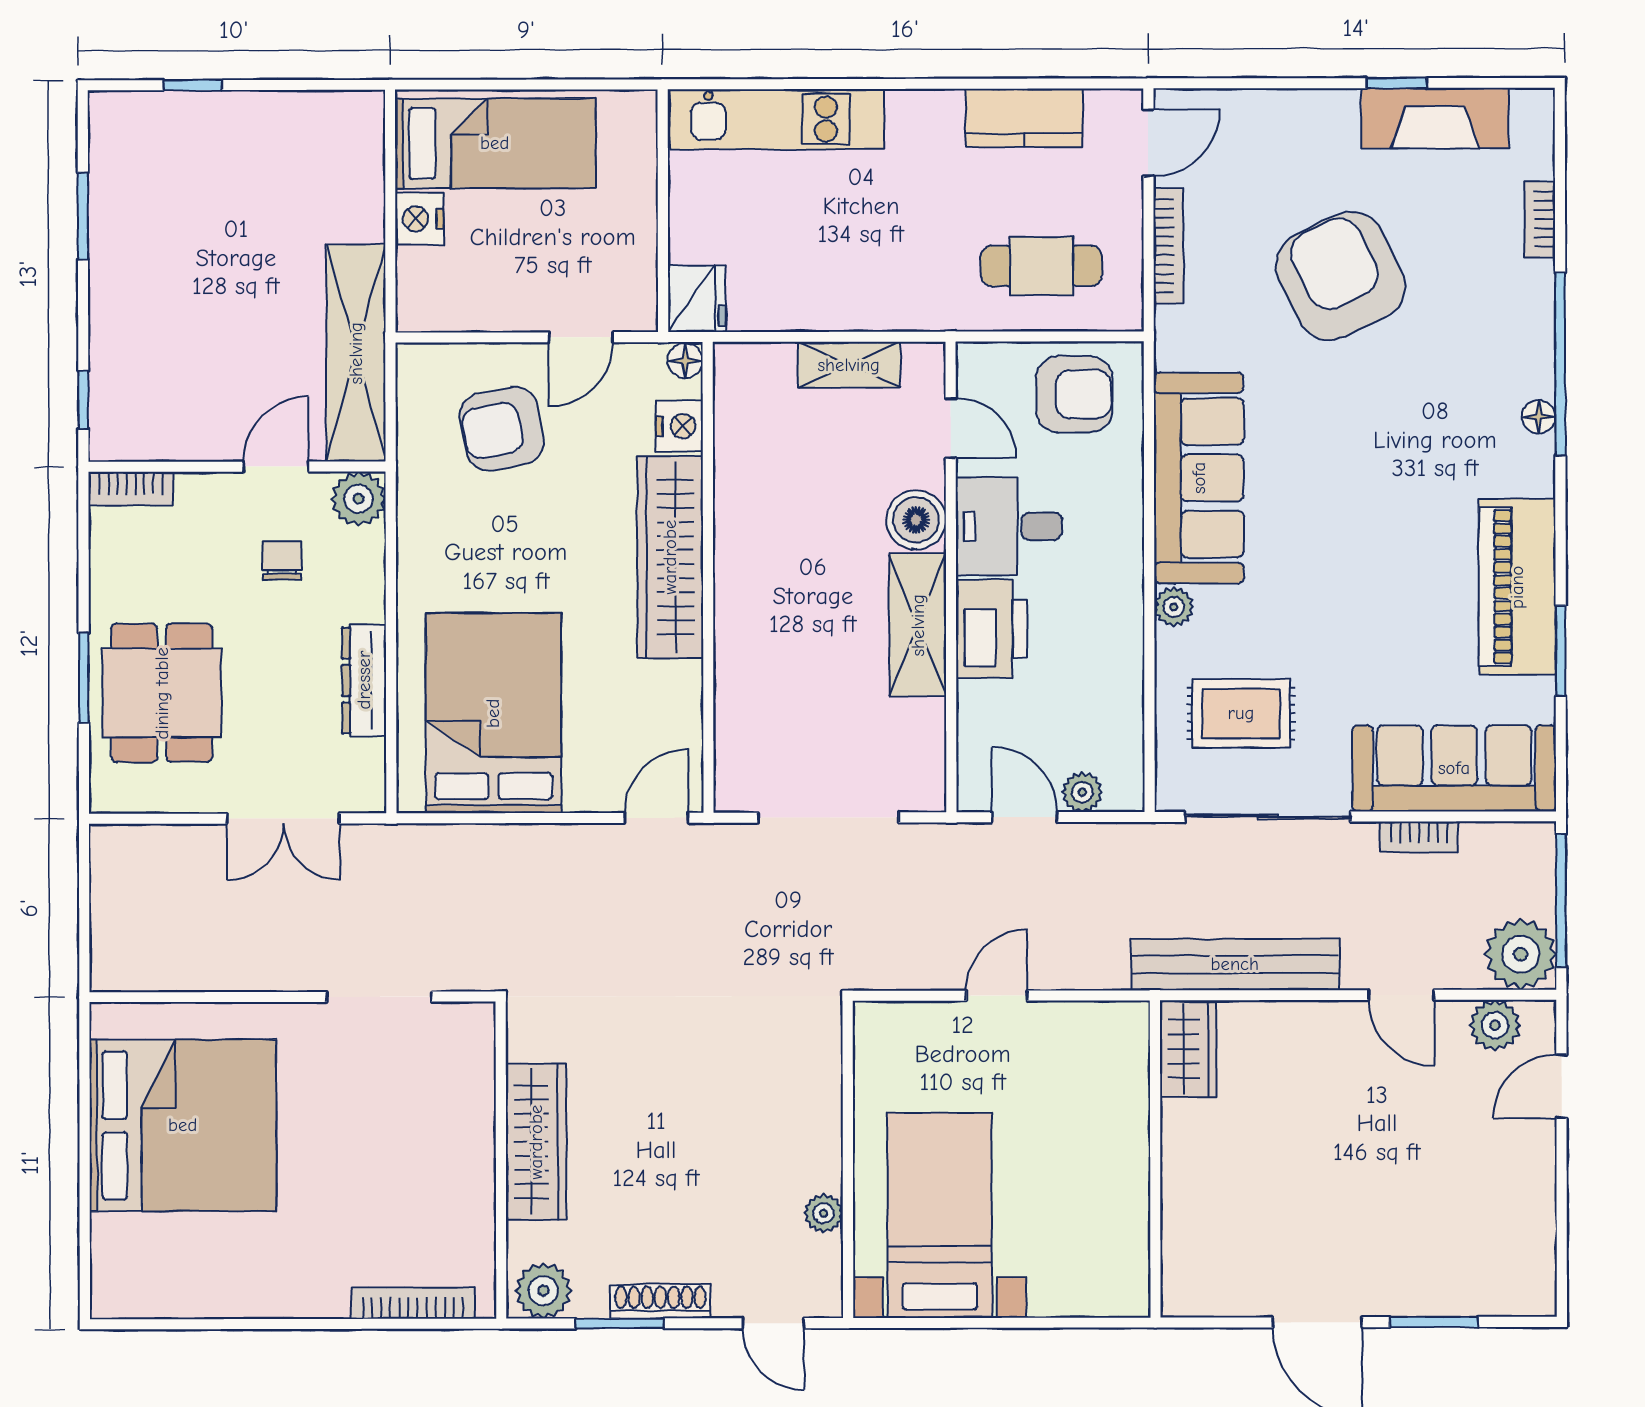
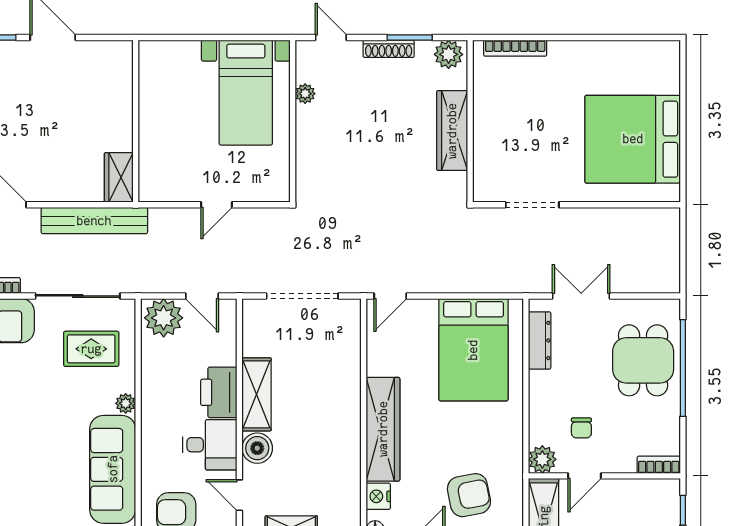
window: (84, 678) -> (683, 368), width x2.11
dresser: (364, 680) -> (540, 340), moved
plant: (1082, 792) -> (164, 318), width x1.88, depth x1.88

